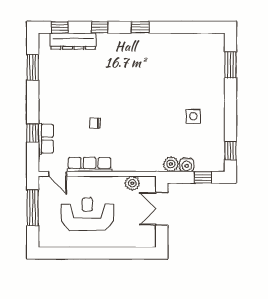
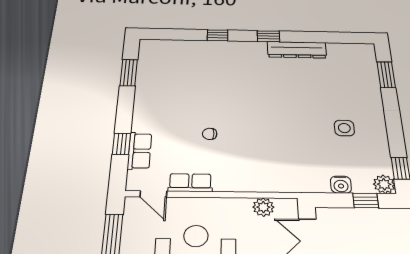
window: (60, 27) -> (167, 34), removed
dresser: (73, 41) -> (297, 50), moved
plant: (171, 164) -> (384, 184), moved
row of seats: (90, 165) -> (190, 183), width x0.68

